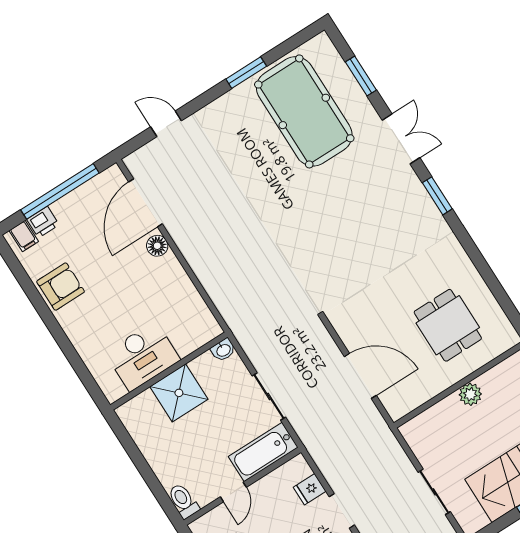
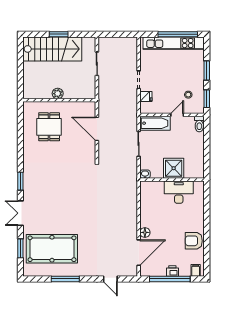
window: (246, 73) -> (65, 279), width x1.44
pool table: (304, 111) -> (52, 249), turned 90
printer: (43, 222) -> (172, 271), moved

